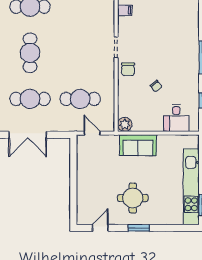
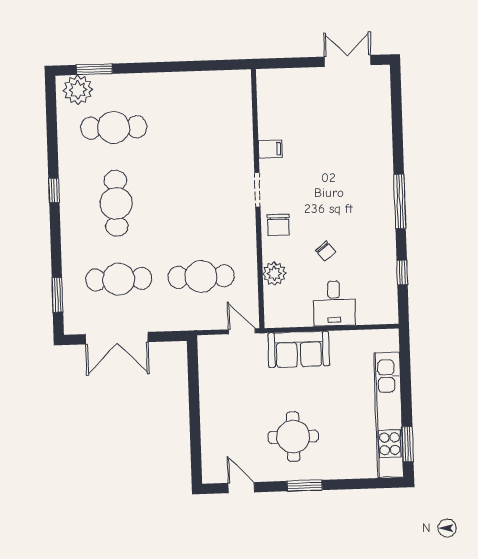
filing cabinet: (125, 10) -> (270, 149), moved
desk: (176, 118) -> (334, 303), moved
plant: (125, 124) -> (274, 274), moved
door: (92, 133) -> (242, 331), moved
door: (100, 228) -> (241, 488), hinge flipped

